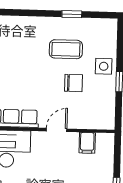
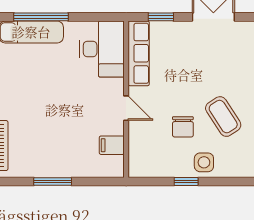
coffee table: (66, 49) -> (223, 117), turned -33

